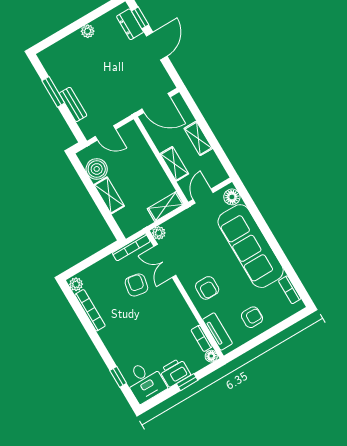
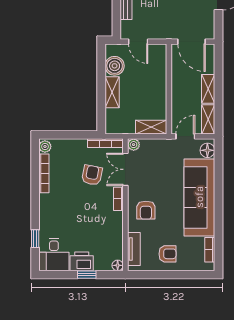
shelving: (174, 164) -> (208, 119), moved
bookcase: (202, 338) -> (118, 199), moved

